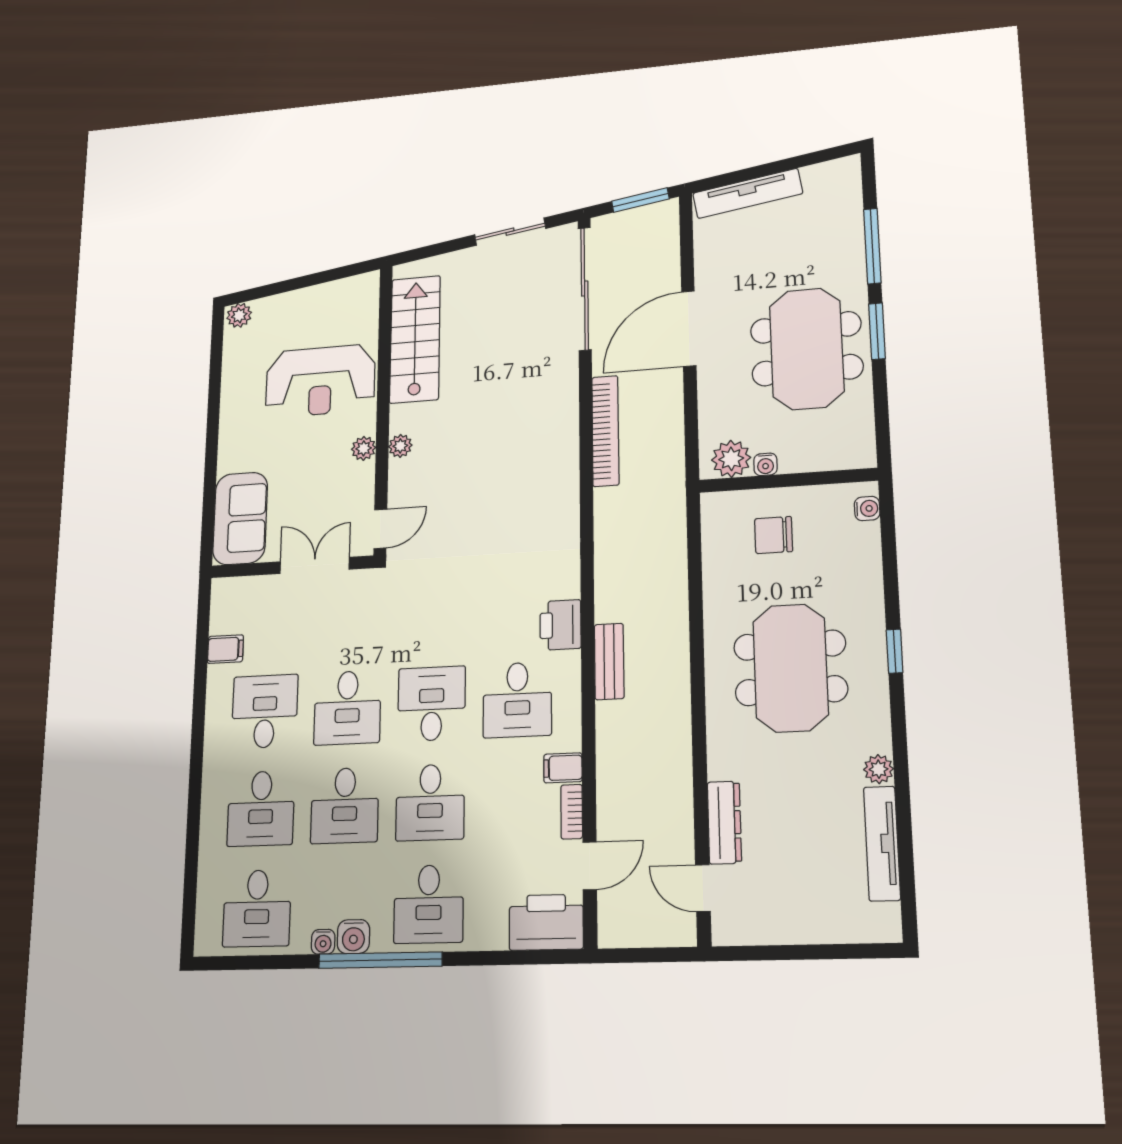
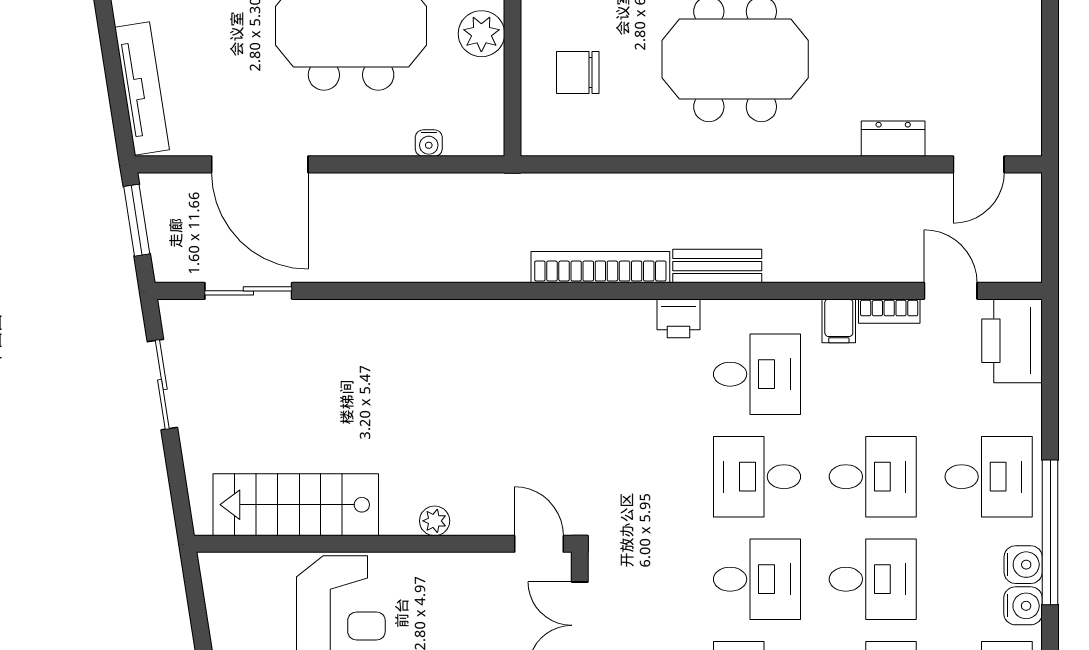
sliding door: (585, 289) -> (248, 291), width x0.54
door: (689, 329) -> (260, 164), moved
bookcase: (605, 431) -> (600, 267), moved
plant: (364, 448) -> (434, 567), removed
plant: (731, 459) -> (481, 34), moved
water cooler: (765, 464) -> (429, 143), moved, turned 90
chair: (774, 535) -> (578, 72), turned 90
printer: (560, 625) -> (678, 318), width x0.73, depth x0.81
dresser: (724, 823) -> (893, 139), width x0.70
water cooler: (323, 942) -> (1023, 606), width x1.38, depth x1.38

